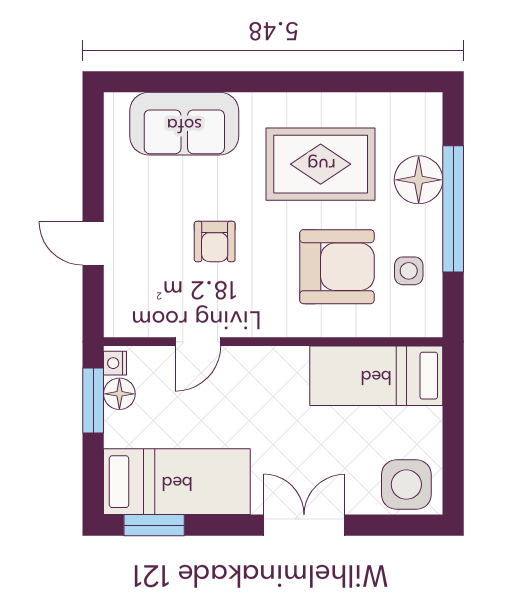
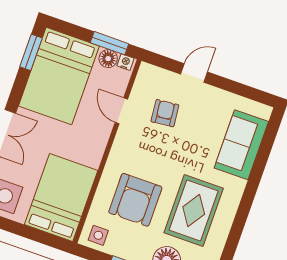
armchair: (215, 242) -> (165, 113), moved, turned 84
side table: (409, 271) -> (98, 235), moved
bed: (376, 376) -> (61, 198), width x1.50
bed: (177, 482) -> (59, 76), width x1.50

